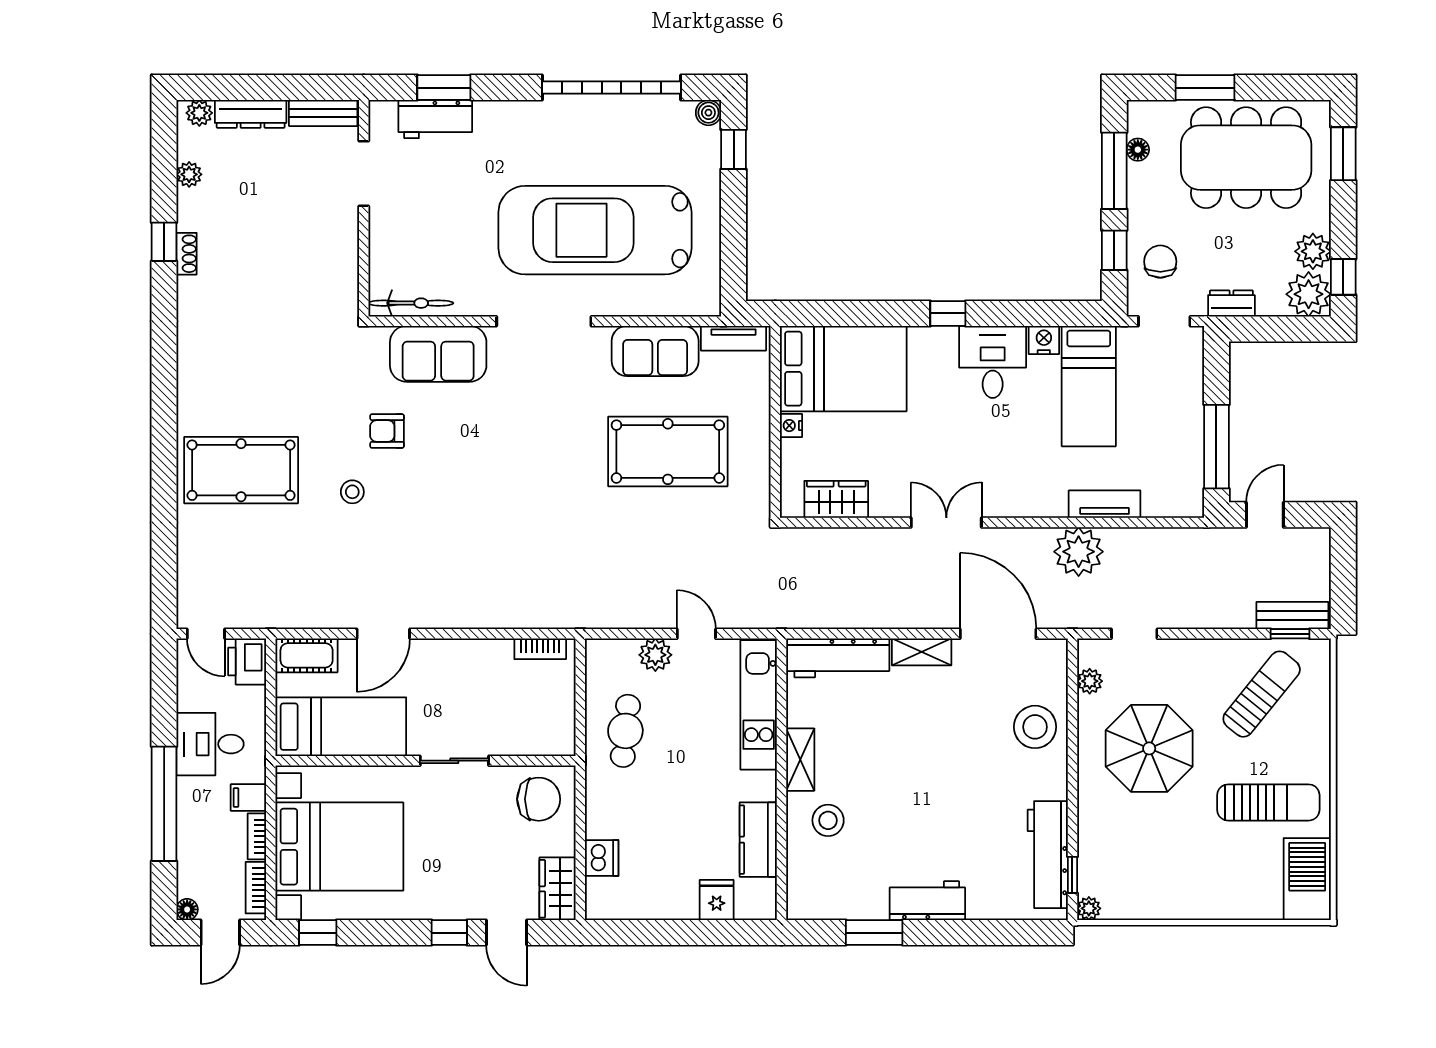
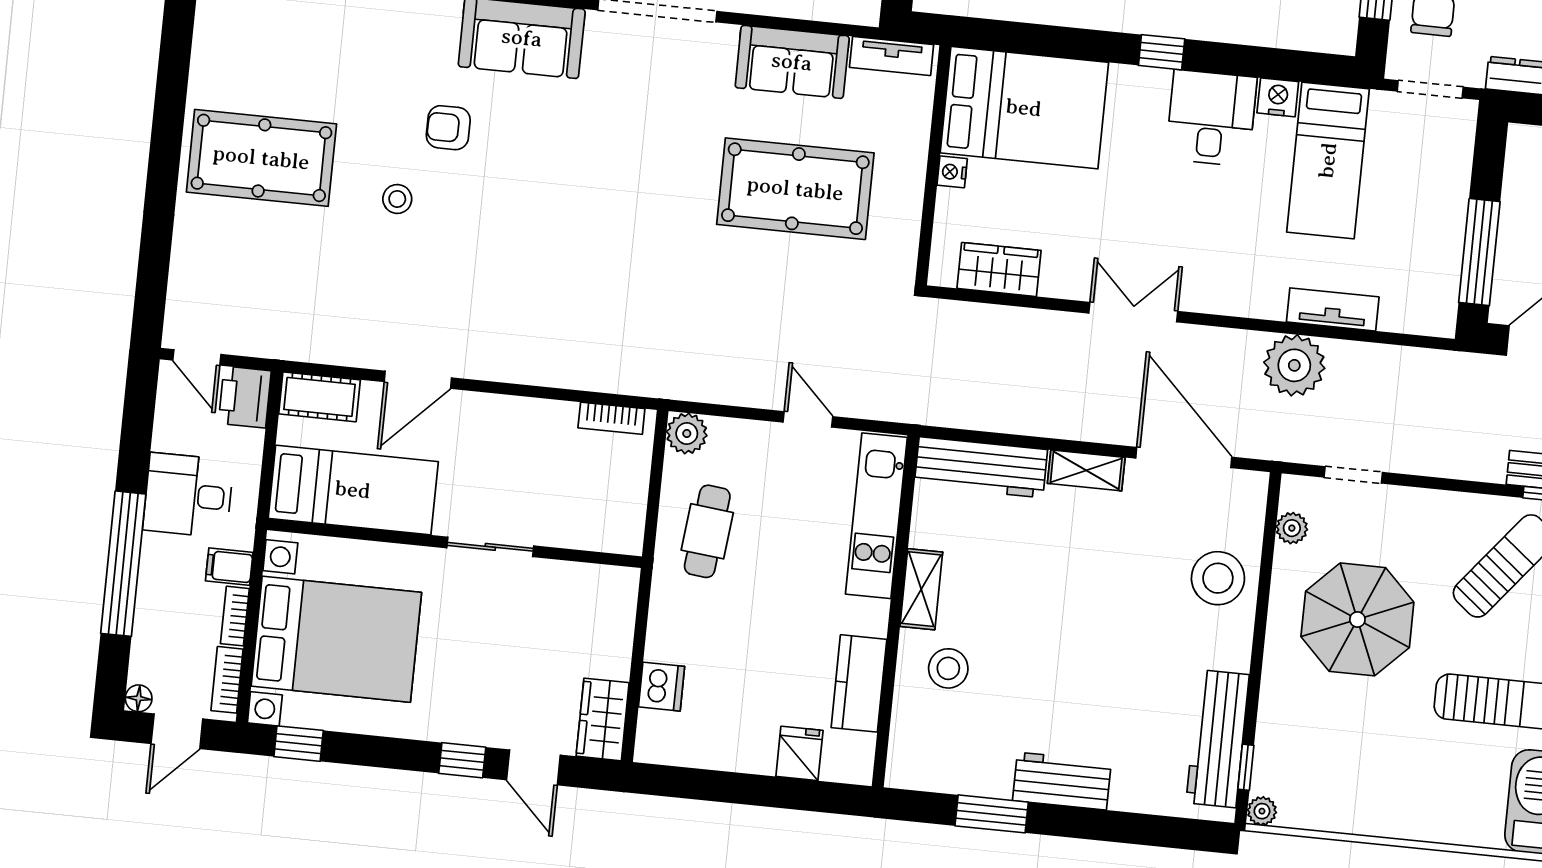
plant: (655, 655) -> (687, 433), moved
chair: (539, 799) -> (590, 605), removed

